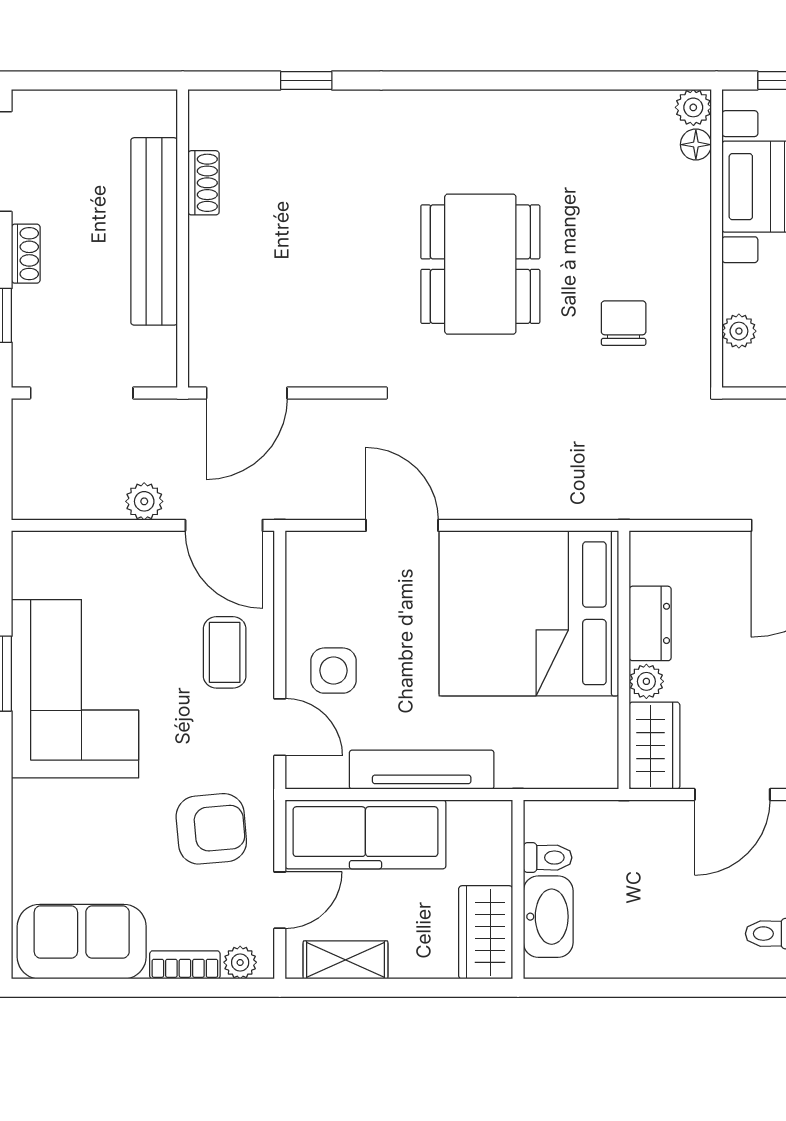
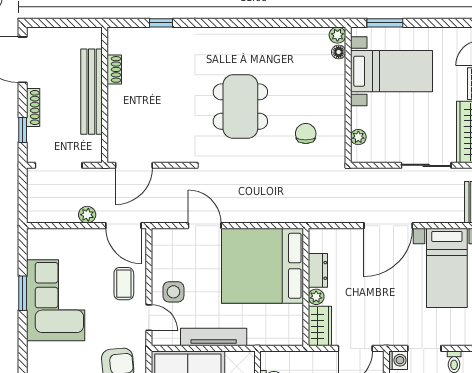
shoe rack: (26, 254) -> (33, 108), width x1.43

